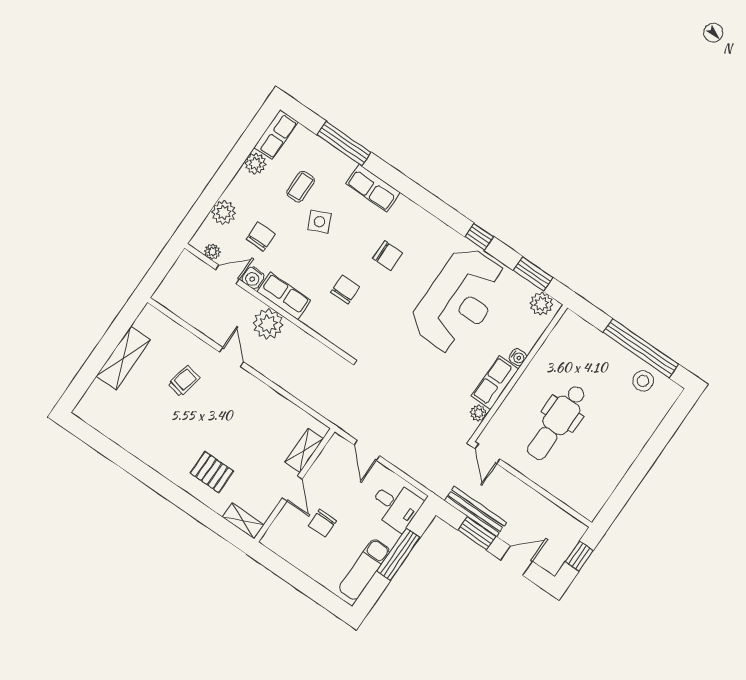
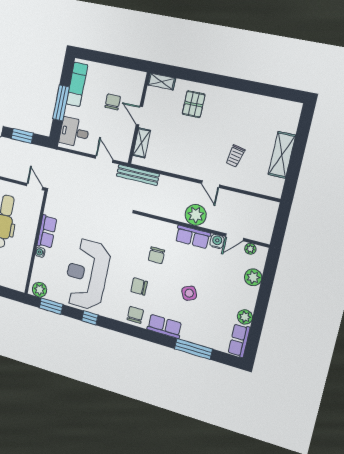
coffee table: (301, 187) -> (210, 312), removed
chair: (261, 236) -> (135, 315), moved, turned 180
plant: (478, 413) -> (49, 209), removed
pallet: (212, 472) -> (194, 104), turned 90
bench: (475, 511) -> (138, 175), moved

